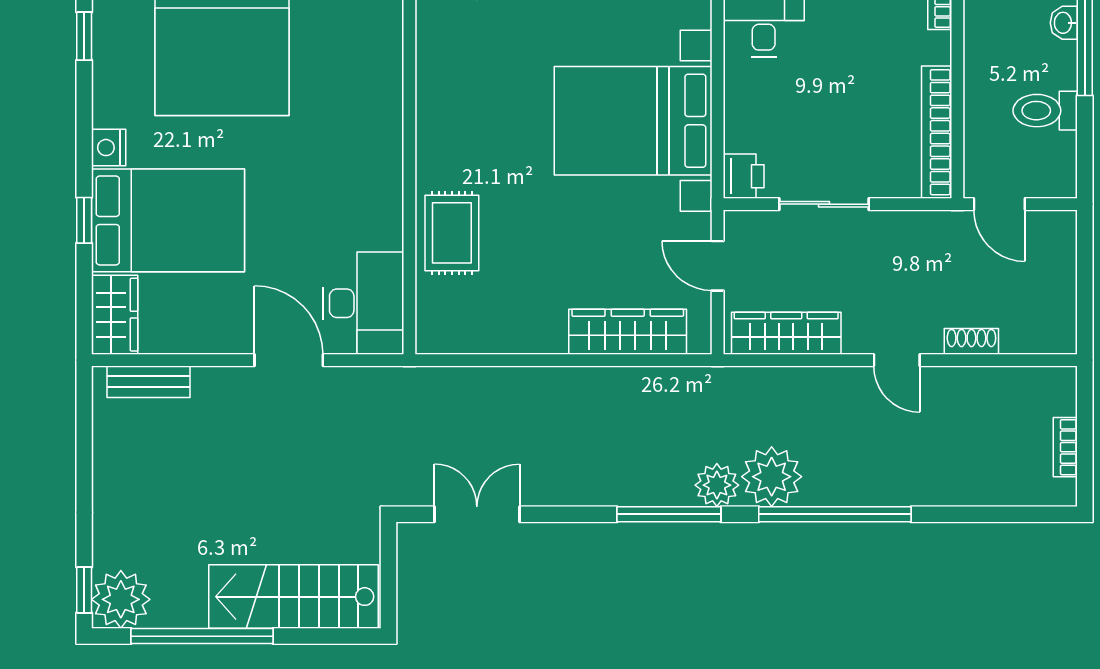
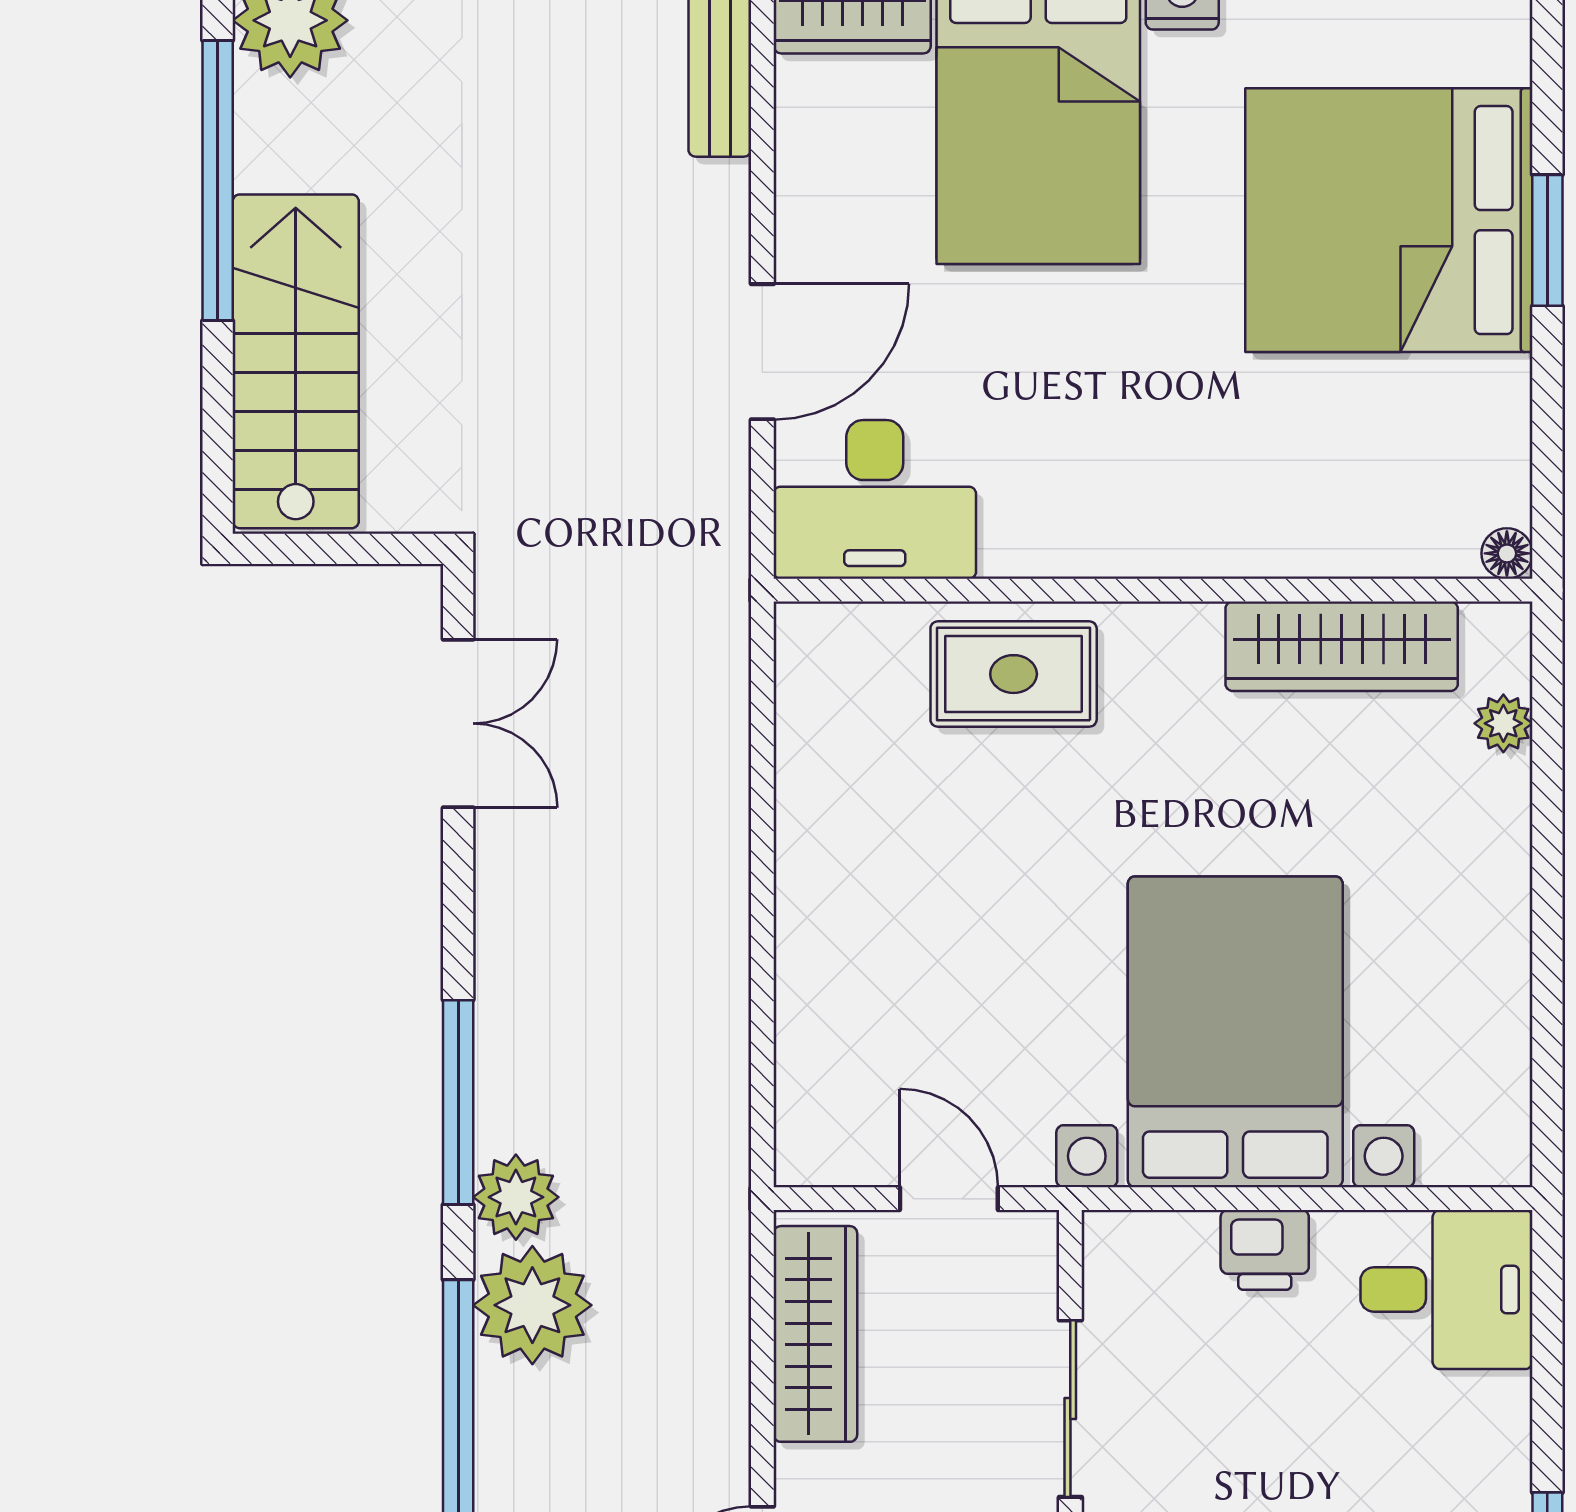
printer: (744, 176) -> (1265, 1250), moved
door: (718, 266) -> (949, 1199), hinge flipped
wardrobe: (628, 332) -> (1342, 646), moved, turned 90

